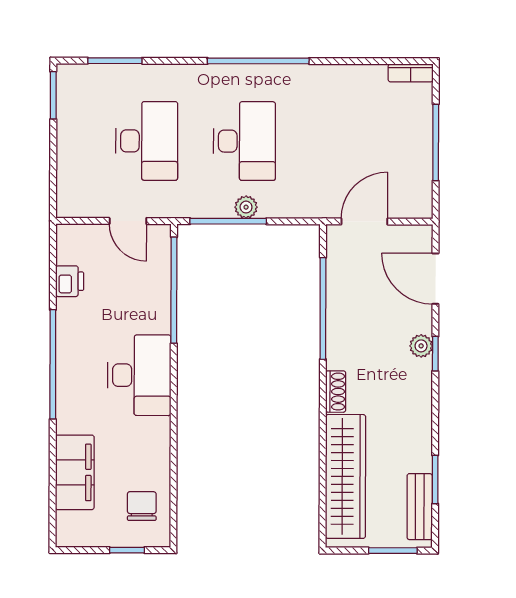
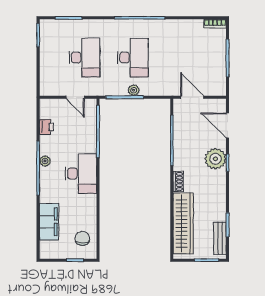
door: (364, 221) -> (192, 97), hinge flipped
plant: (421, 346) -> (215, 159), width x1.88, depth x1.88
plant: (67, 350) -> (45, 161), added

